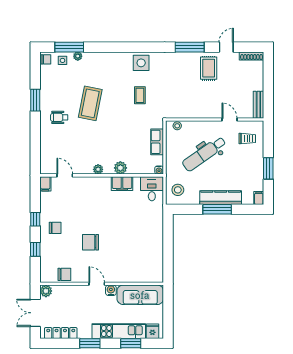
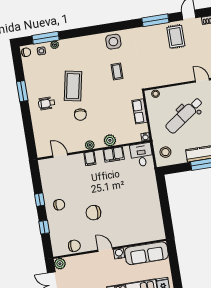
chair: (93, 135) -> (80, 115), added
filing cabinet: (45, 184) -> (90, 159), moved

